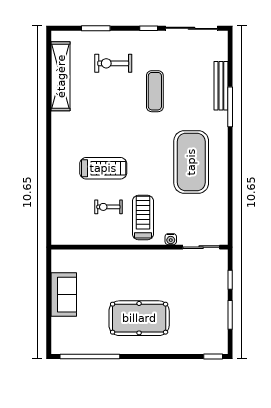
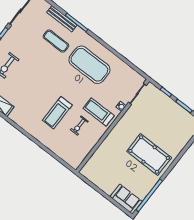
exercise mat: (155, 91) -> (56, 41), moved
treadmill: (103, 168) -> (57, 113), turned 180
sofa: (64, 295) -> (126, 199), moved
pool table: (139, 318) -> (149, 154), turned 90

